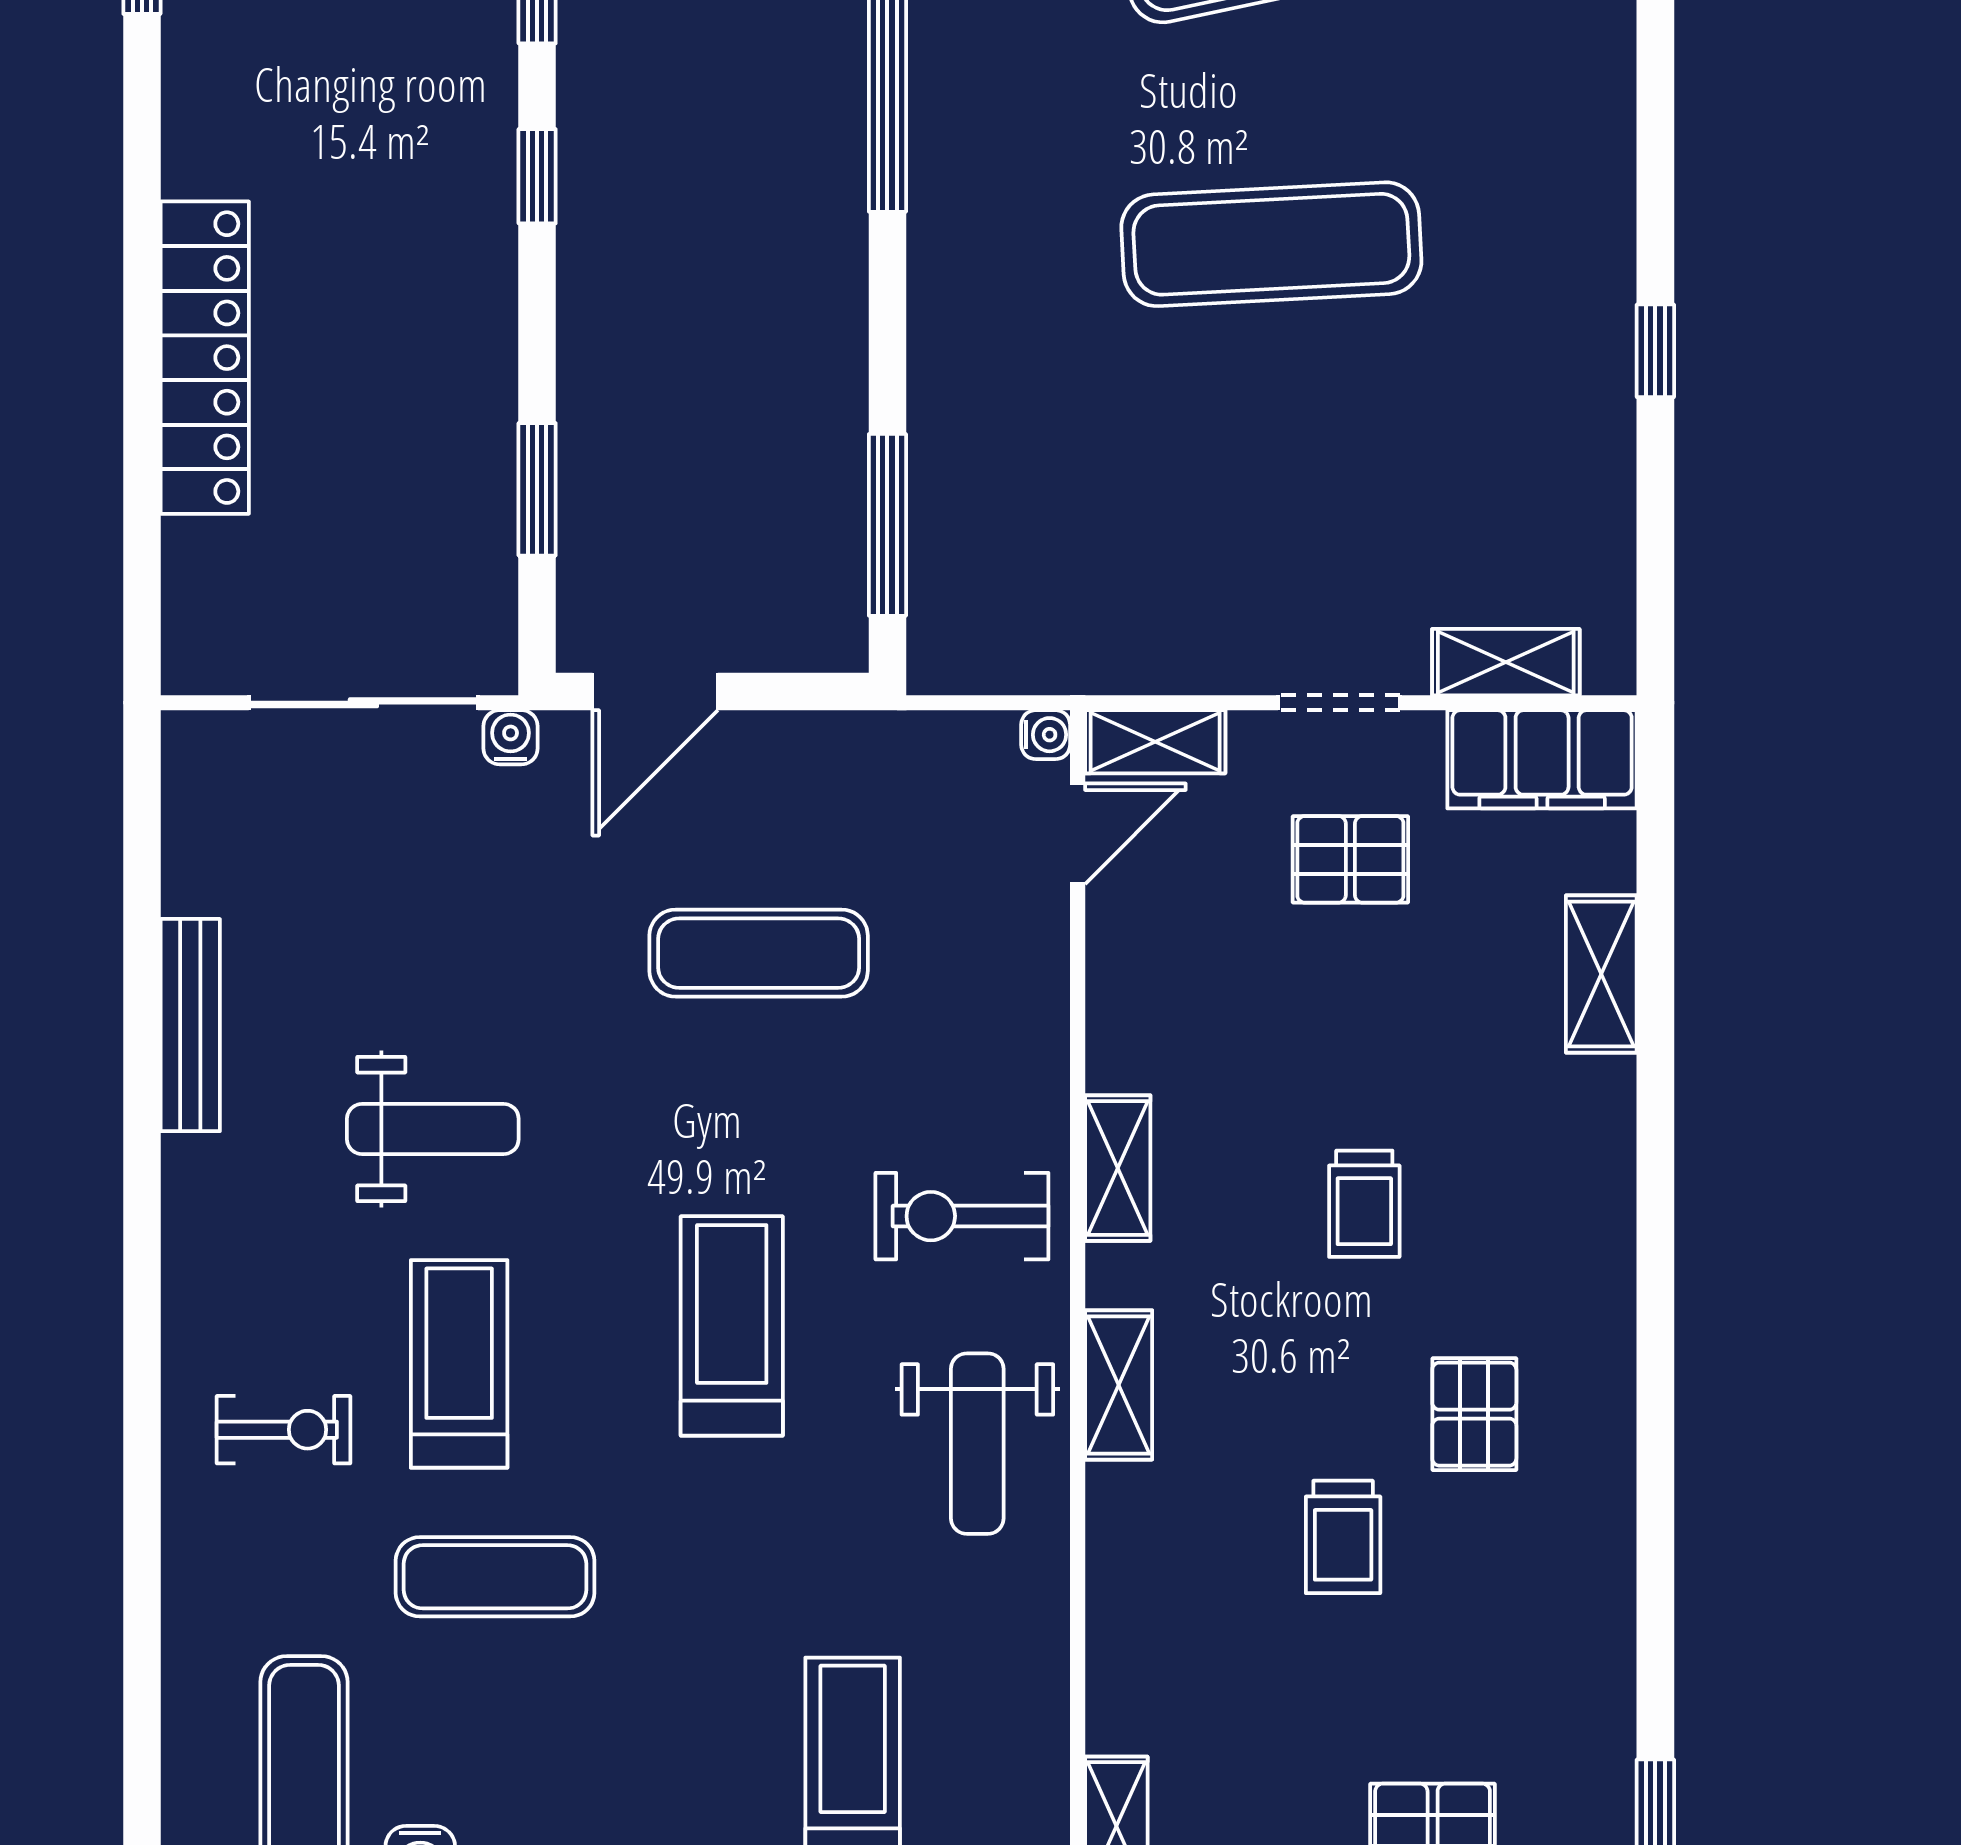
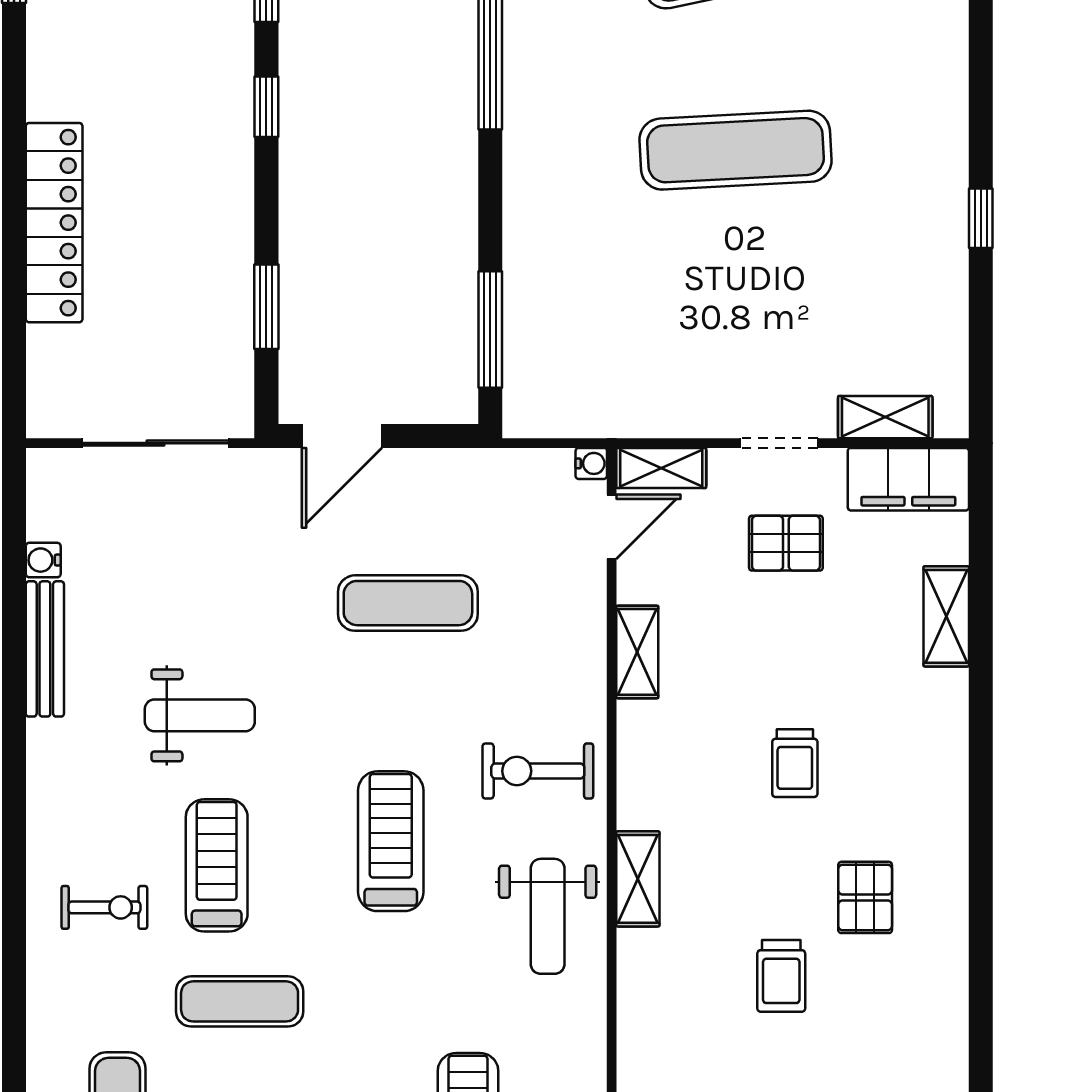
water cooler: (511, 737) -> (43, 560), moved, turned -90
shelving: (1118, 1168) -> (637, 652), moved

